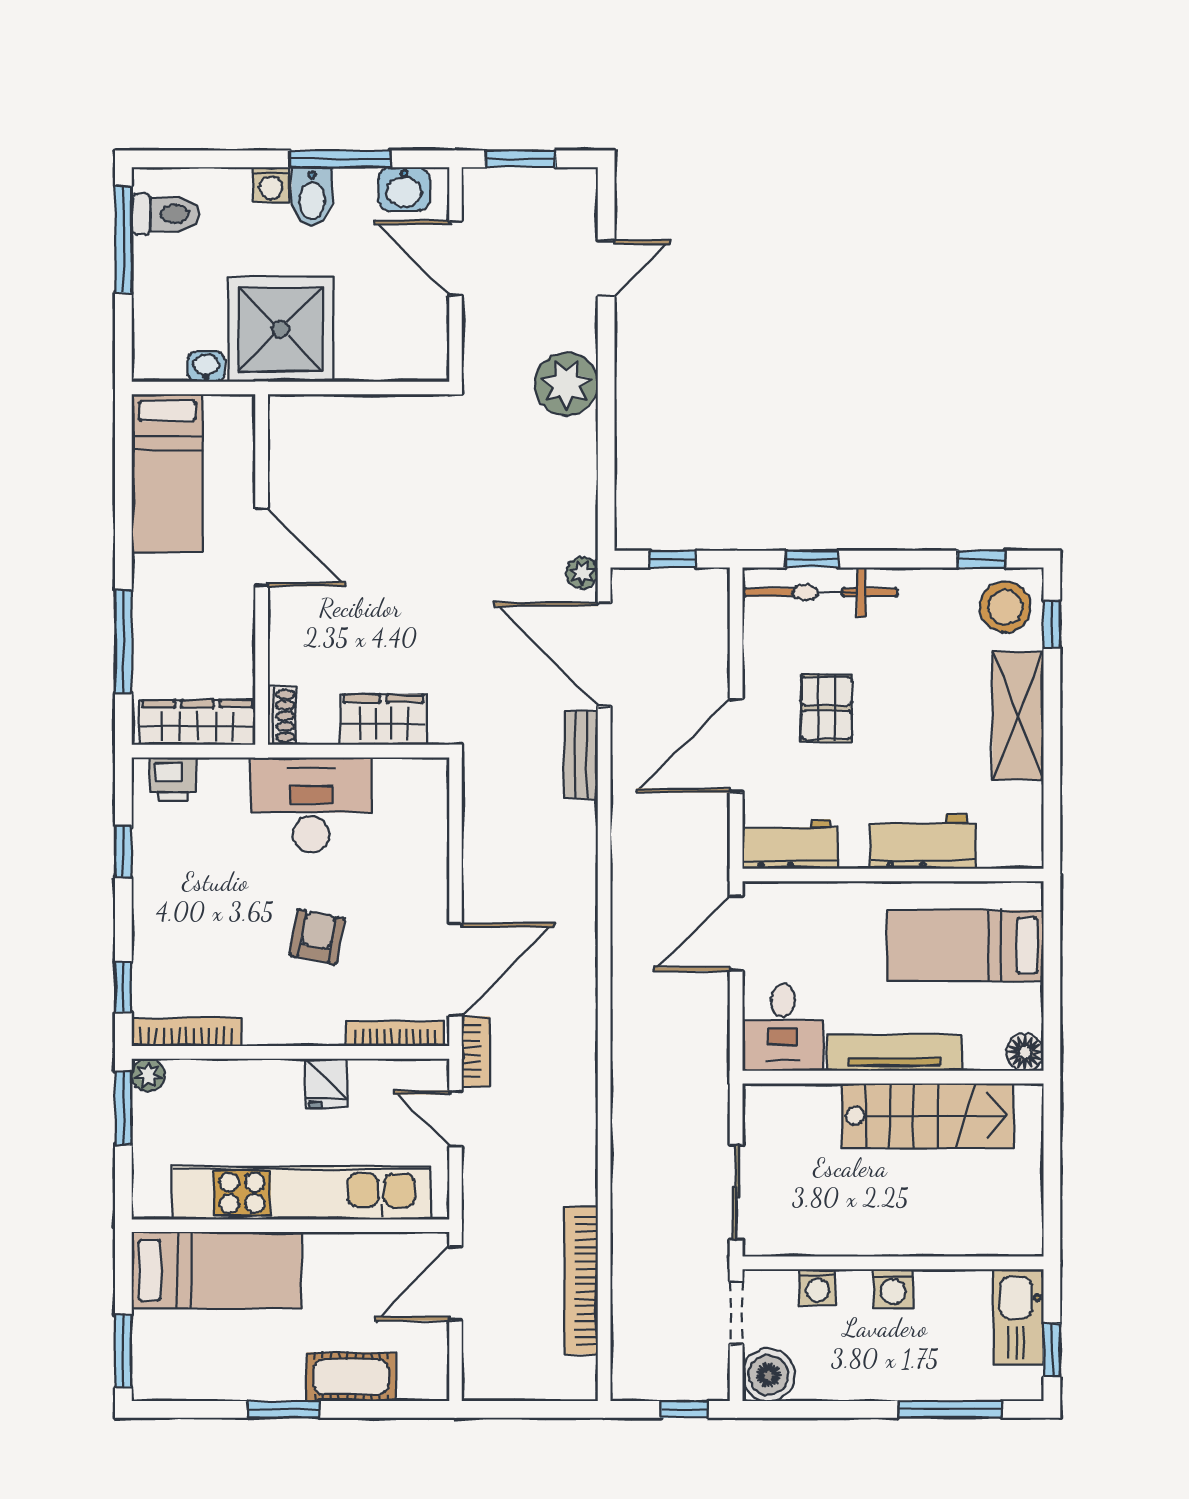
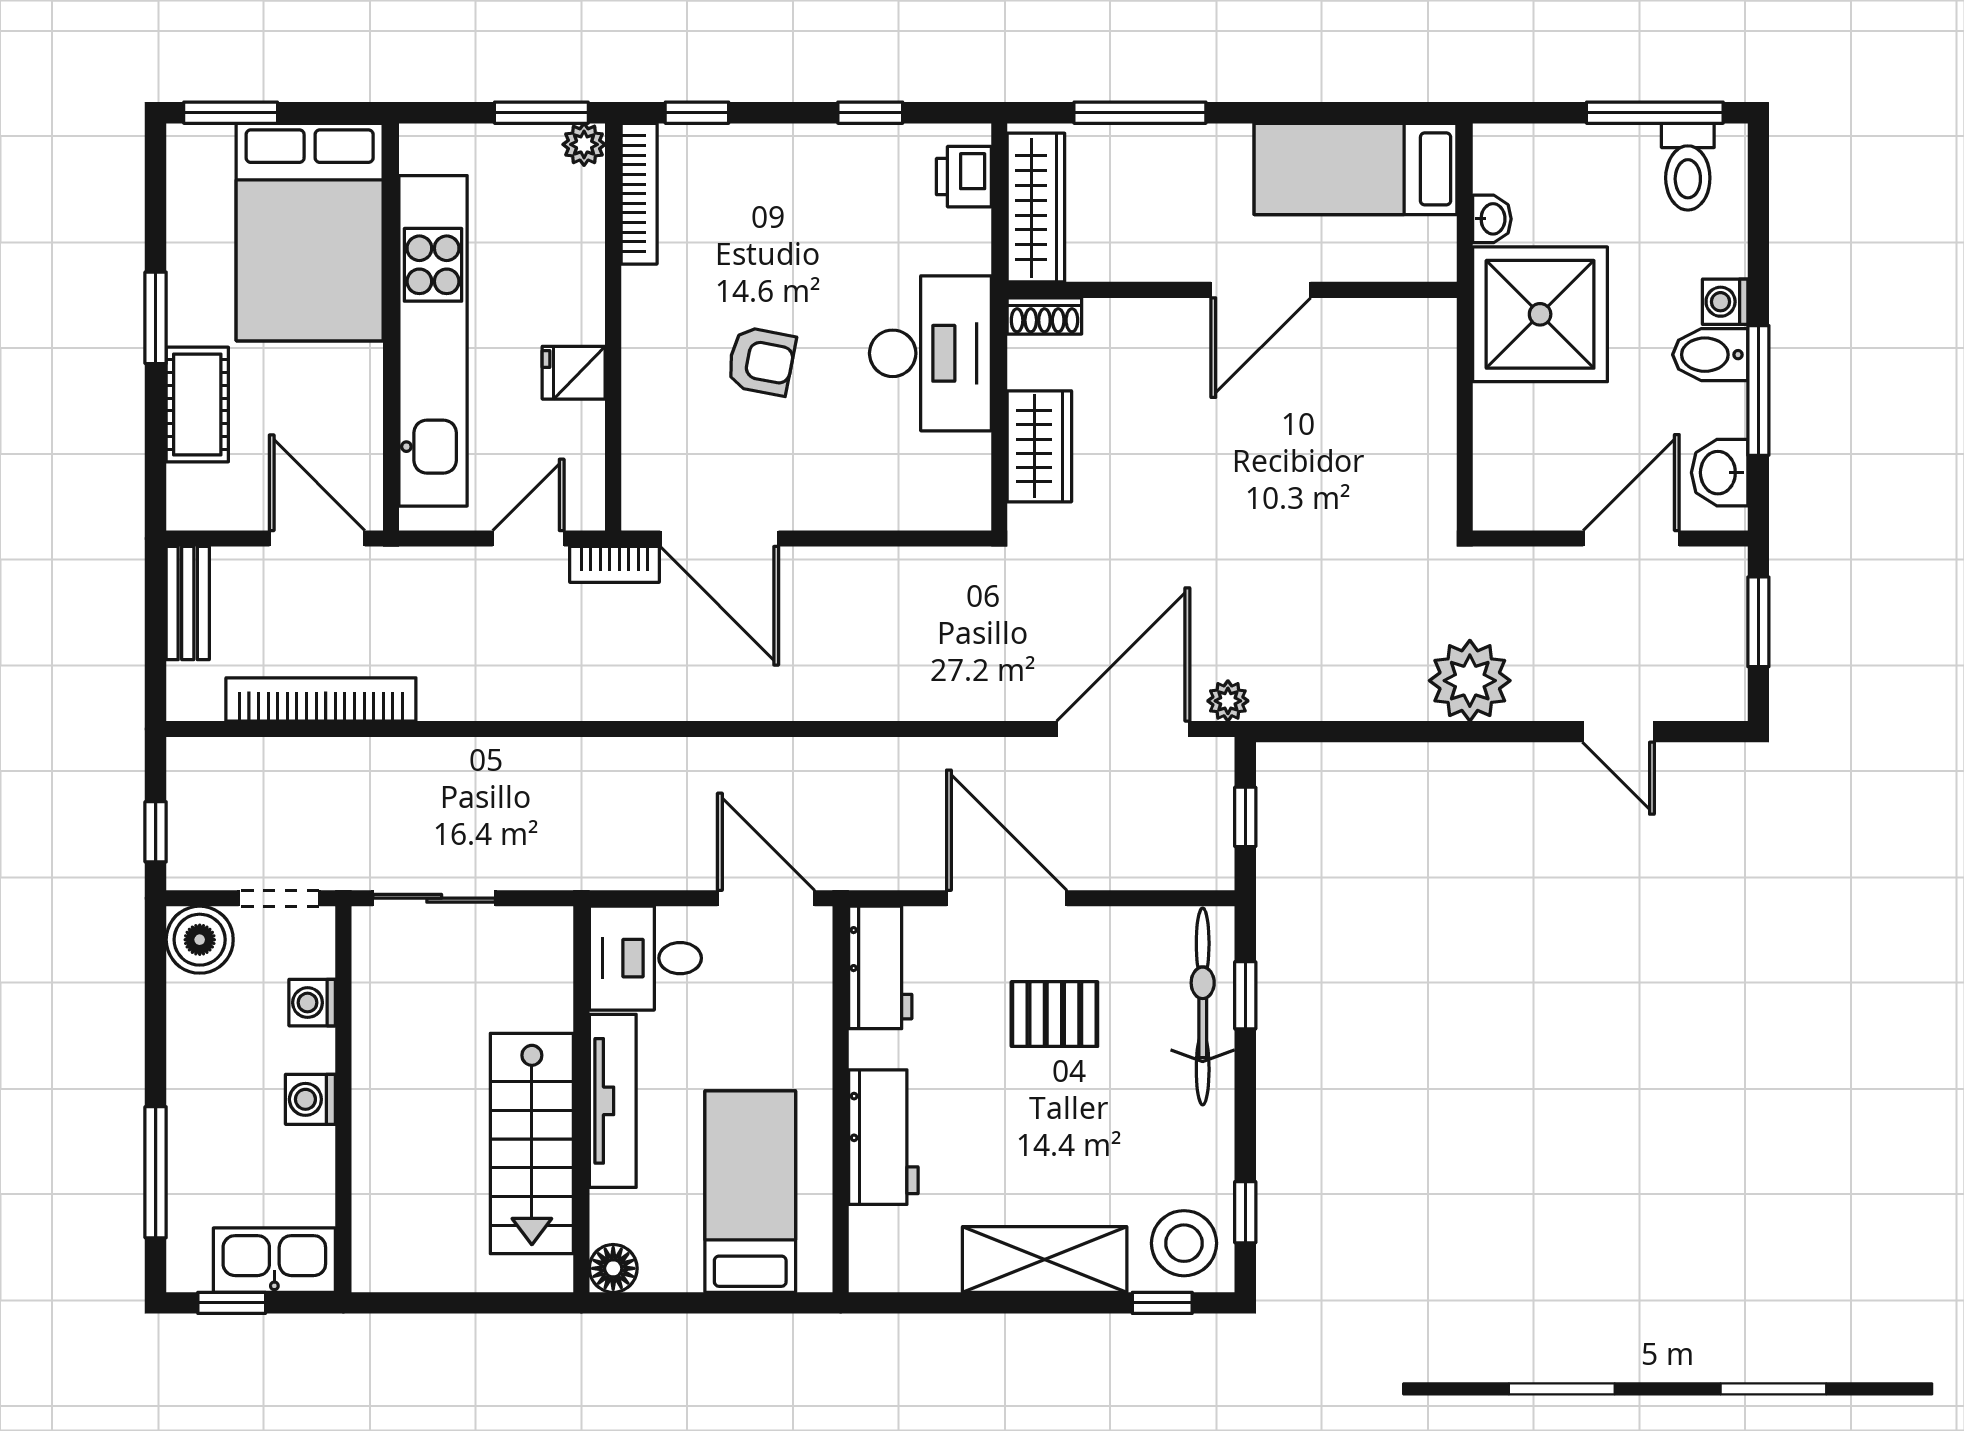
bench: (581, 755) -> (188, 603), moved, turned 90
bookcase: (395, 1034) -> (637, 461), removed
bed: (216, 1270) -> (310, 232), width x1.50

